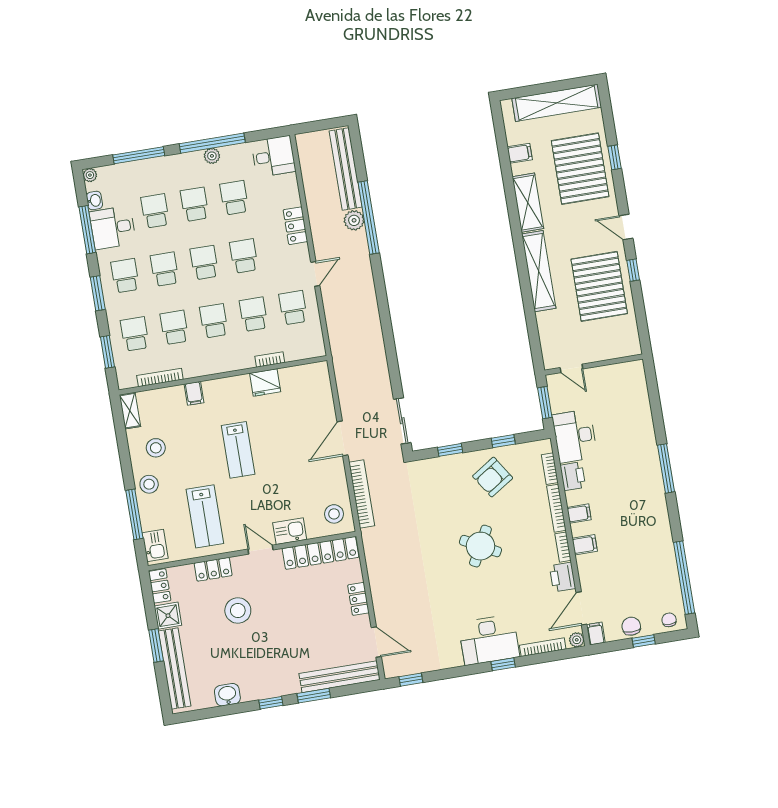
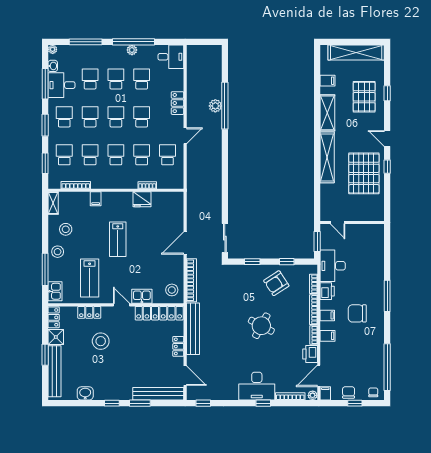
bench: (346, 169) -> (193, 329), moved
pallet: (580, 169) -> (364, 97), width x0.73, depth x0.71
chair: (625, 503) -> (357, 313), added

